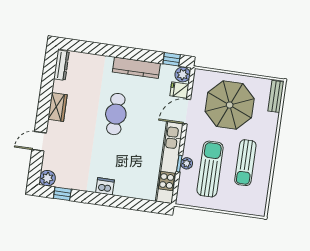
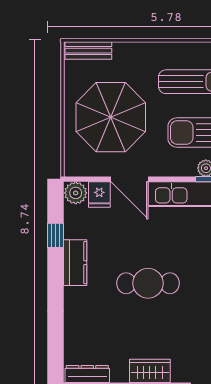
window: (172, 59) -> (56, 235), moved
kitchen counter: (136, 68) -> (75, 263), width x0.67

